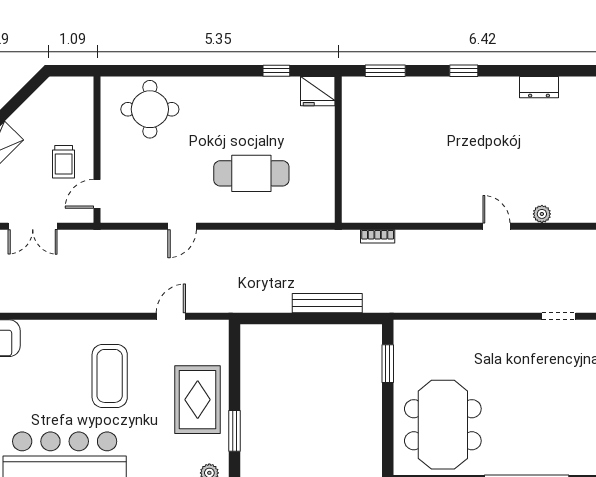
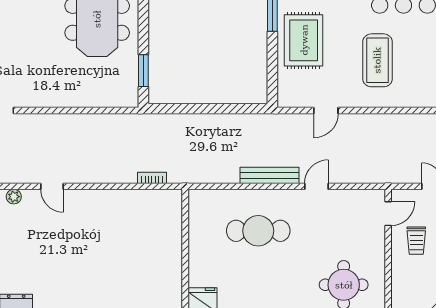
trolley: (64, 162) -> (416, 241), turned 180
bench: (327, 303) -> (270, 175), moved

